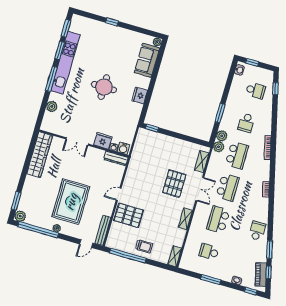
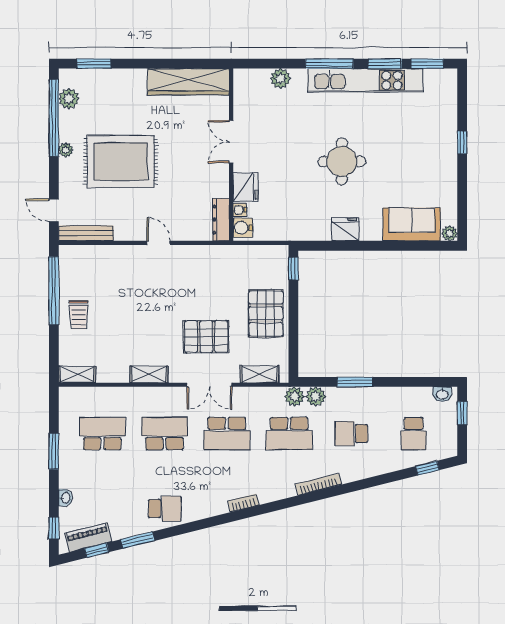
pallet: (129, 215) -> (266, 313), moved
plant: (20, 216) -> (69, 99), moved
school desk: (209, 252) -> (102, 433), width x1.85

